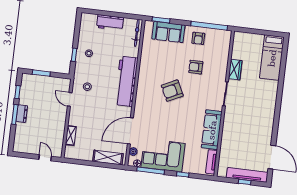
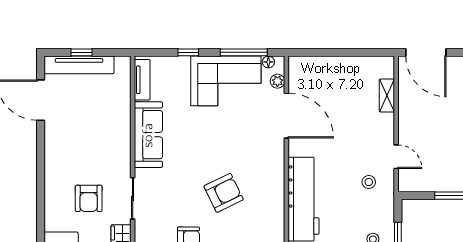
armchair: (251, 97) -> (89, 198), added
door: (130, 131) -> (286, 116), hinge flipped
shelving: (108, 157) -> (319, 66), removed
door: (45, 158) -> (426, 52), width x1.88

